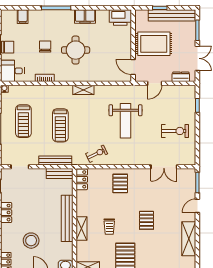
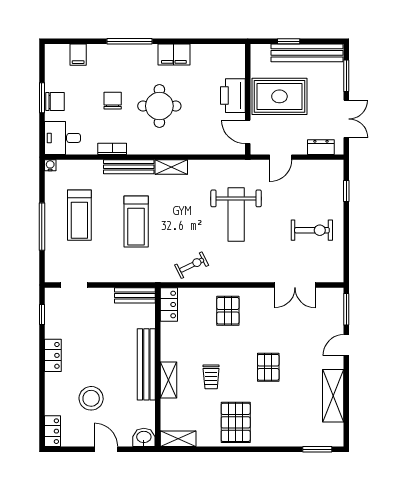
printer: (120, 18) -> (233, 96), moved, turned 90
bench: (55, 160) -> (129, 167), moved

